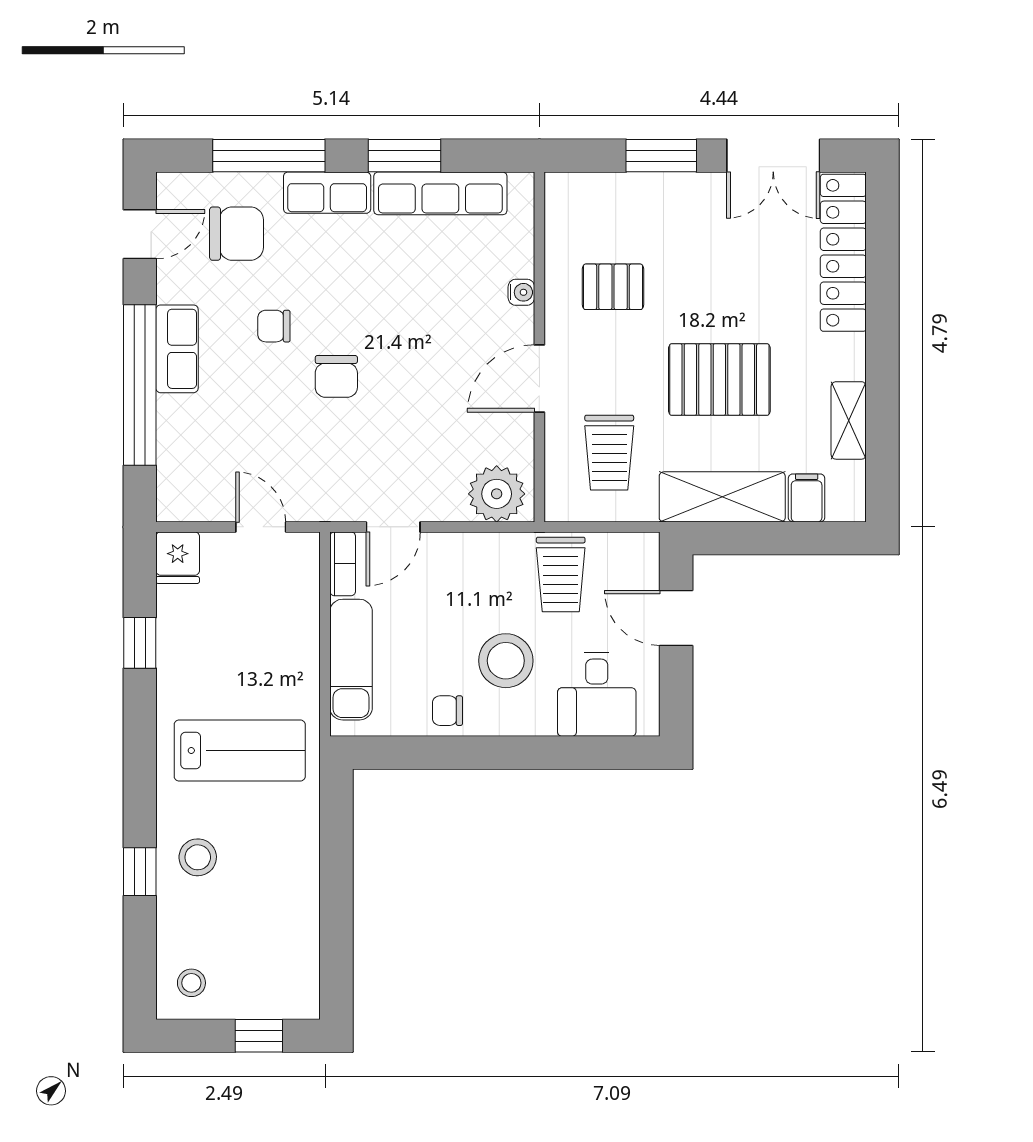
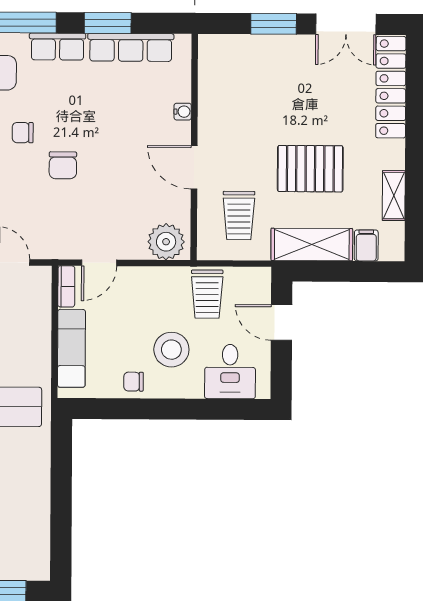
pallet: (613, 287) -> (242, 108), removed
door: (539, 378) -> (194, 167), hinge flipped

